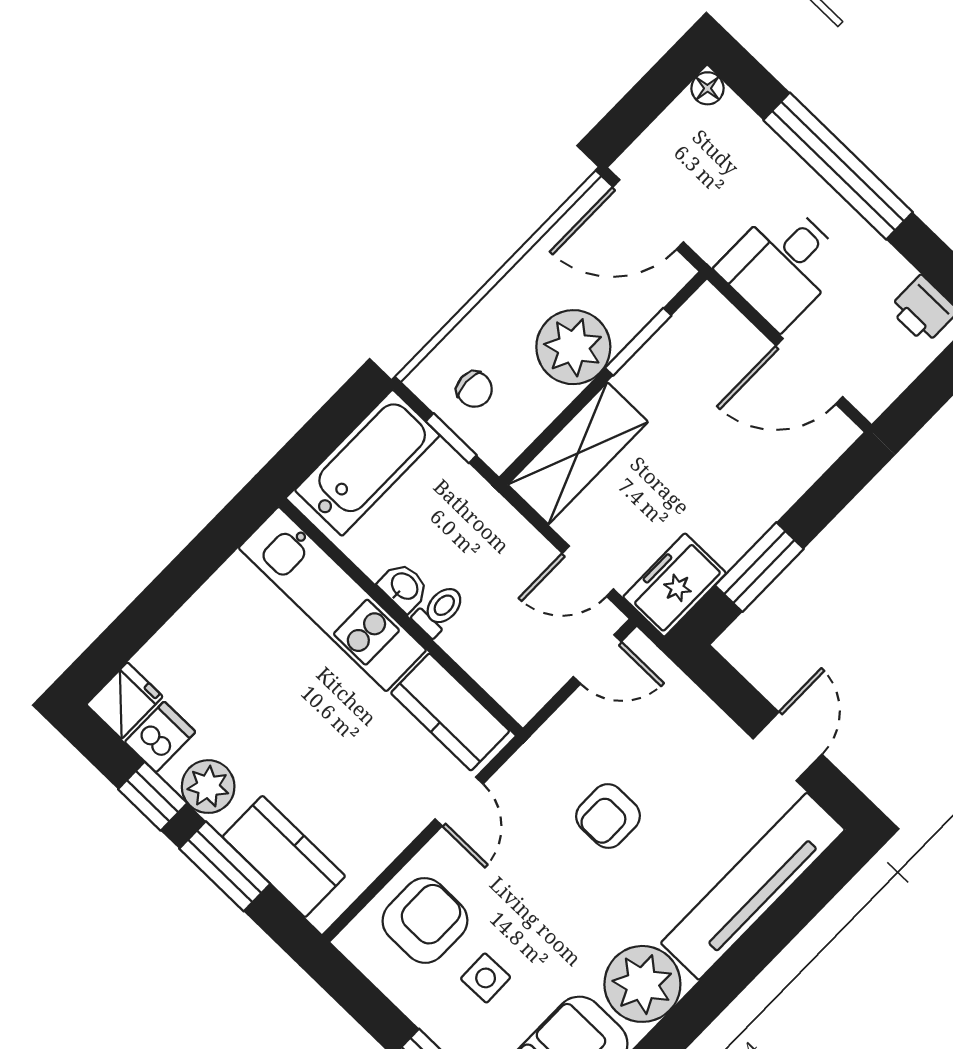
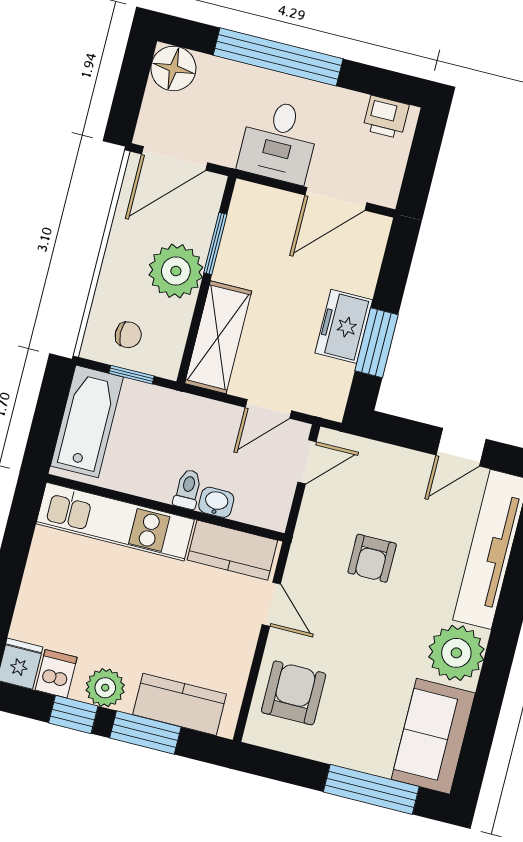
floor lamp: (707, 88) -> (173, 68), width x1.89, depth x1.89
freezer: (675, 585) -> (344, 326), moved
washbasin: (404, 587) -> (216, 502), moved
door: (787, 746) -> (461, 447), swing flipped
side table: (486, 978) -> (354, 707), removed

